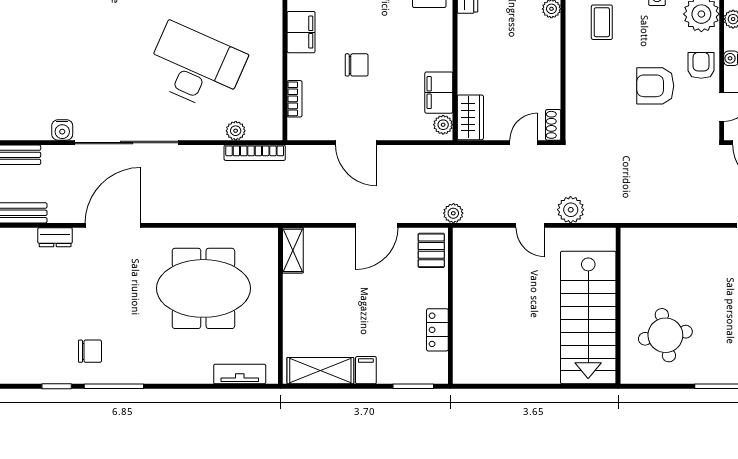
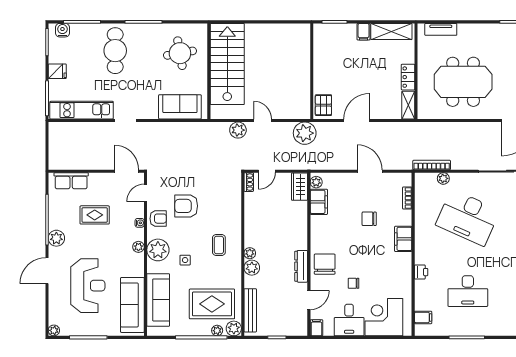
armchair: (701, 65) -> (158, 219), turned -90
armchair: (655, 86) -> (186, 206), turned 180
plant: (453, 213) -> (305, 133), width x1.88, depth x1.88
sofa: (665, 248) -> (180, 107), added
locker: (437, 330) -> (408, 77), moved, turned 180

